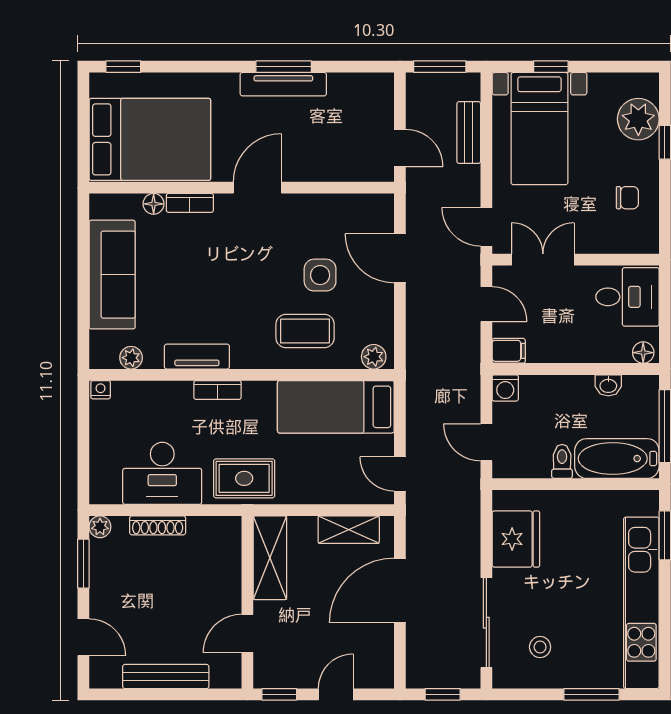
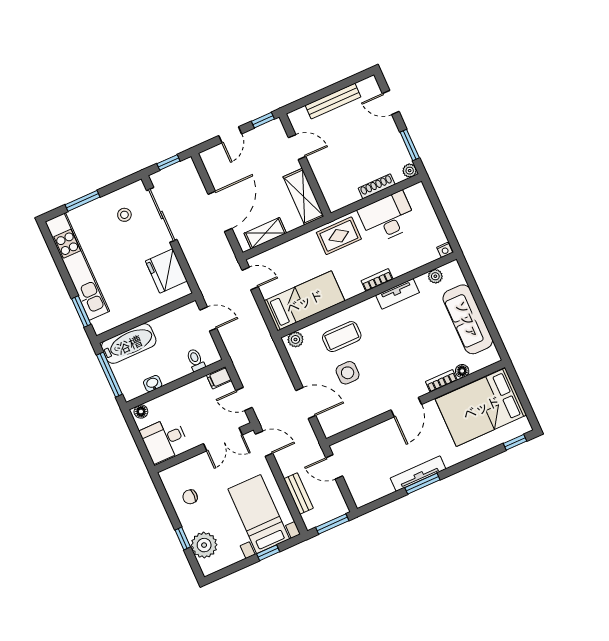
washing machine: (505, 388) -> (211, 355), removed
toilet: (562, 461) -> (196, 360), moved, turned 180
door: (247, 633) -> (297, 147), hinge flipped

